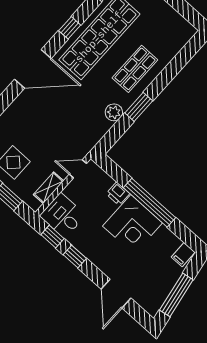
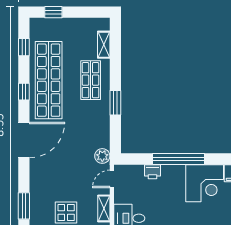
shelving: (173, 49) -> (104, 45), added
plant: (114, 112) -> (102, 156), moved
corner desk: (132, 224) -> (205, 183), moved

